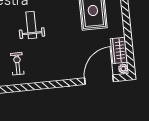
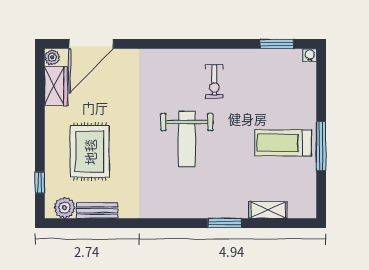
weight bench: (31, 25) -> (187, 139), width x1.36, depth x1.33

